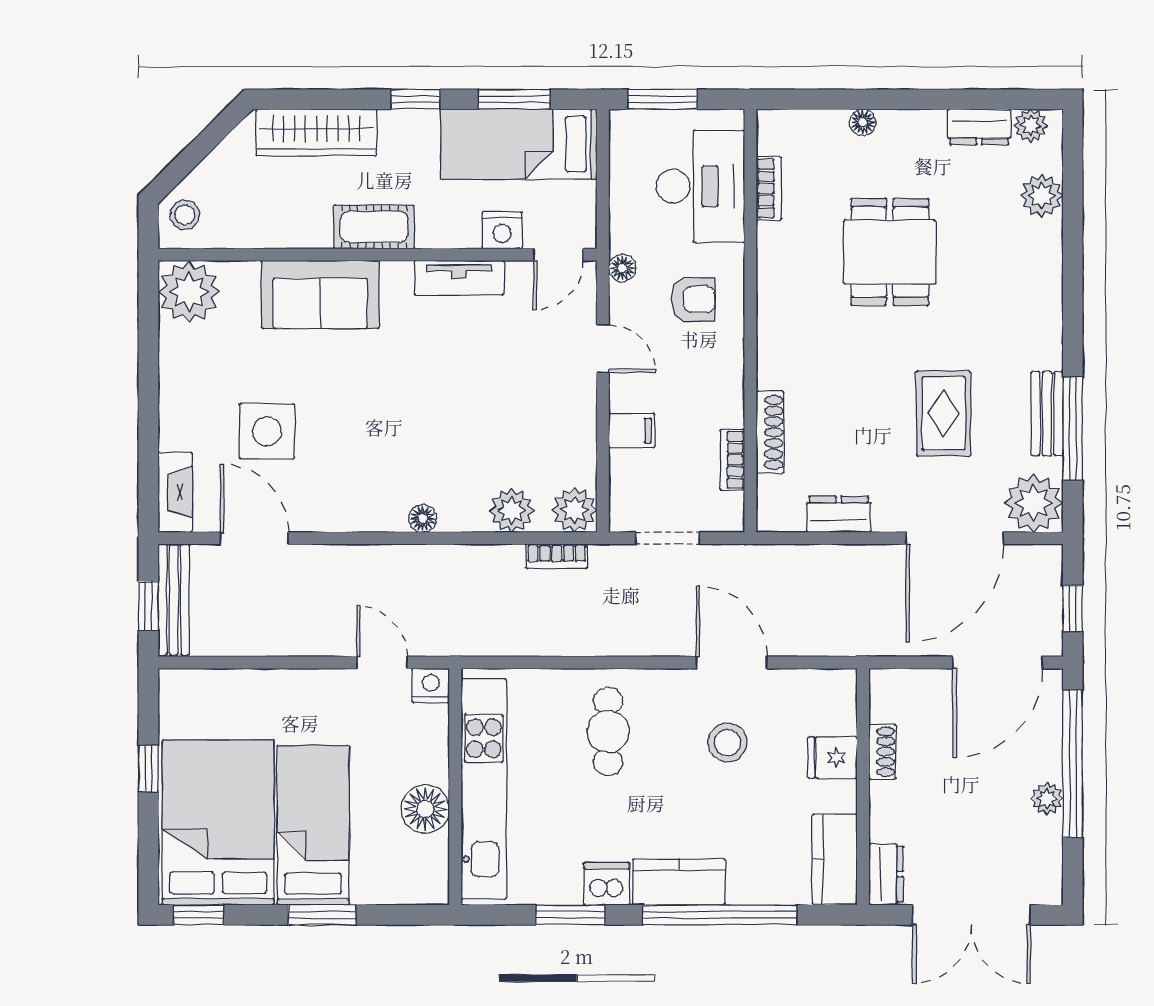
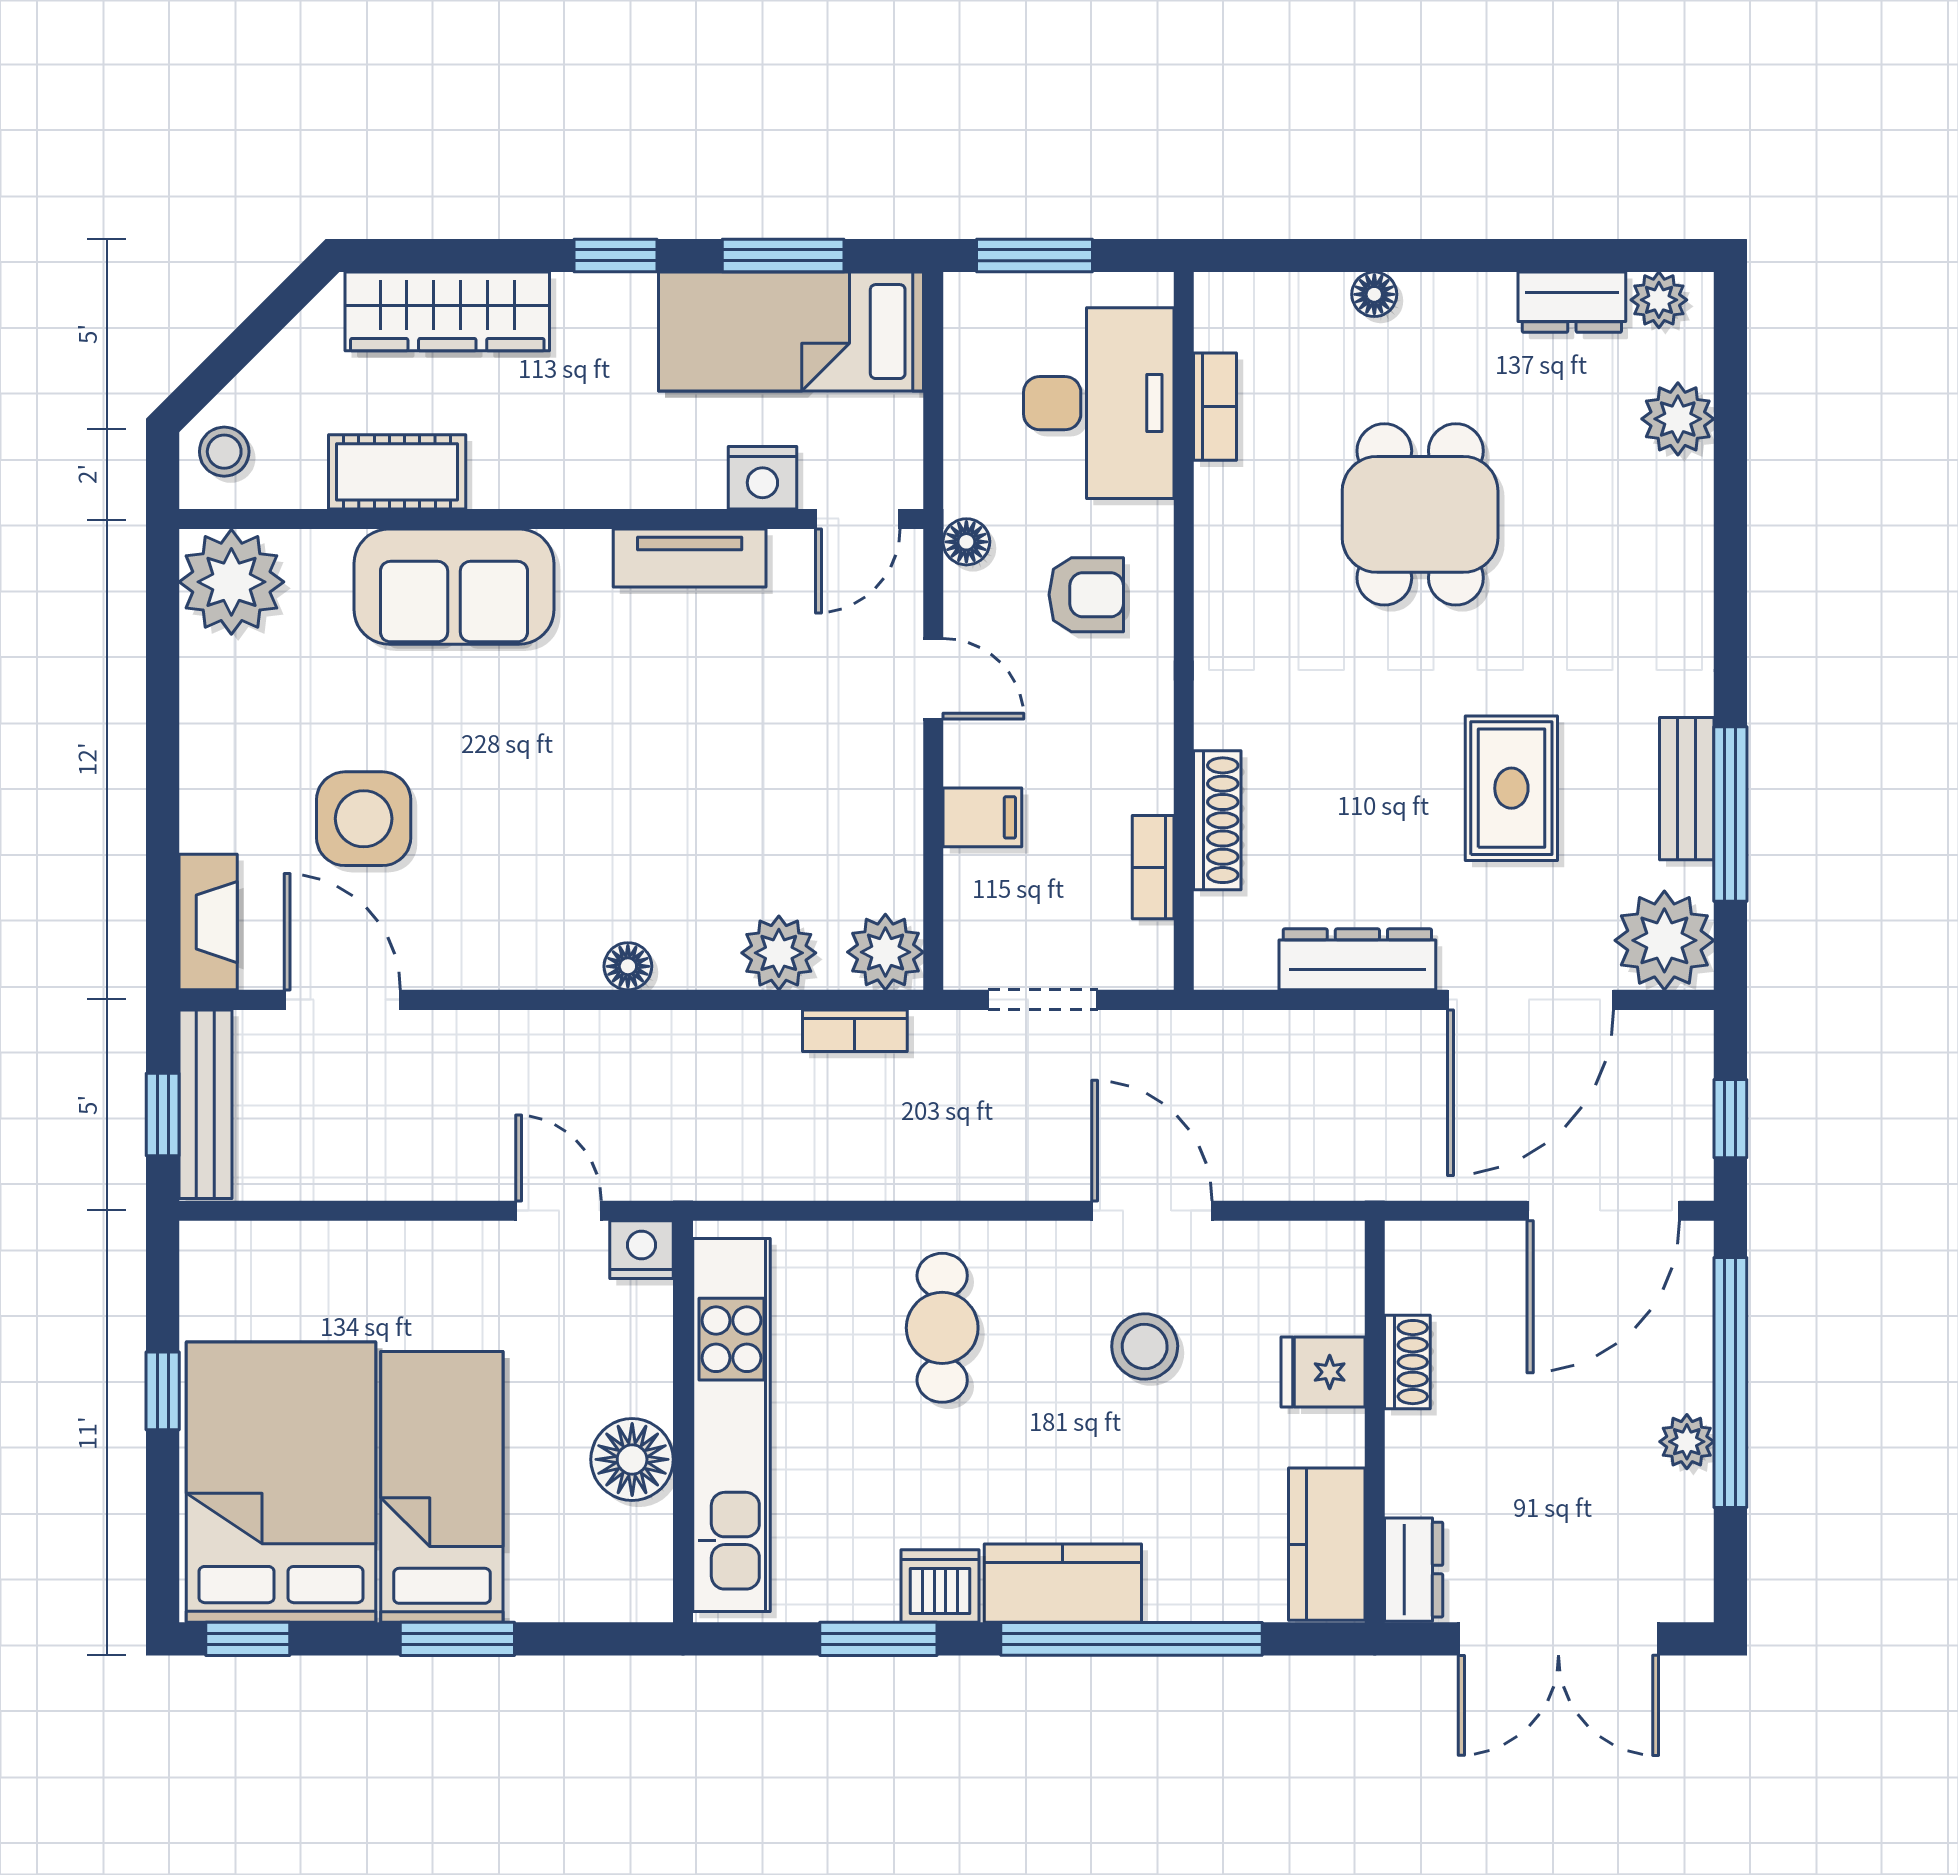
cot: (374, 227) -> (397, 472), moved
dresser: (839, 514) -> (1357, 959), width x1.44

